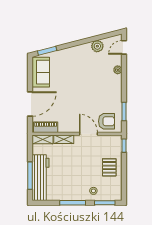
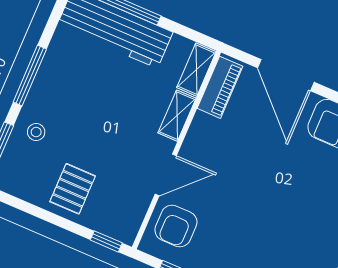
pallet: (109, 167) -> (73, 189), turned 90

